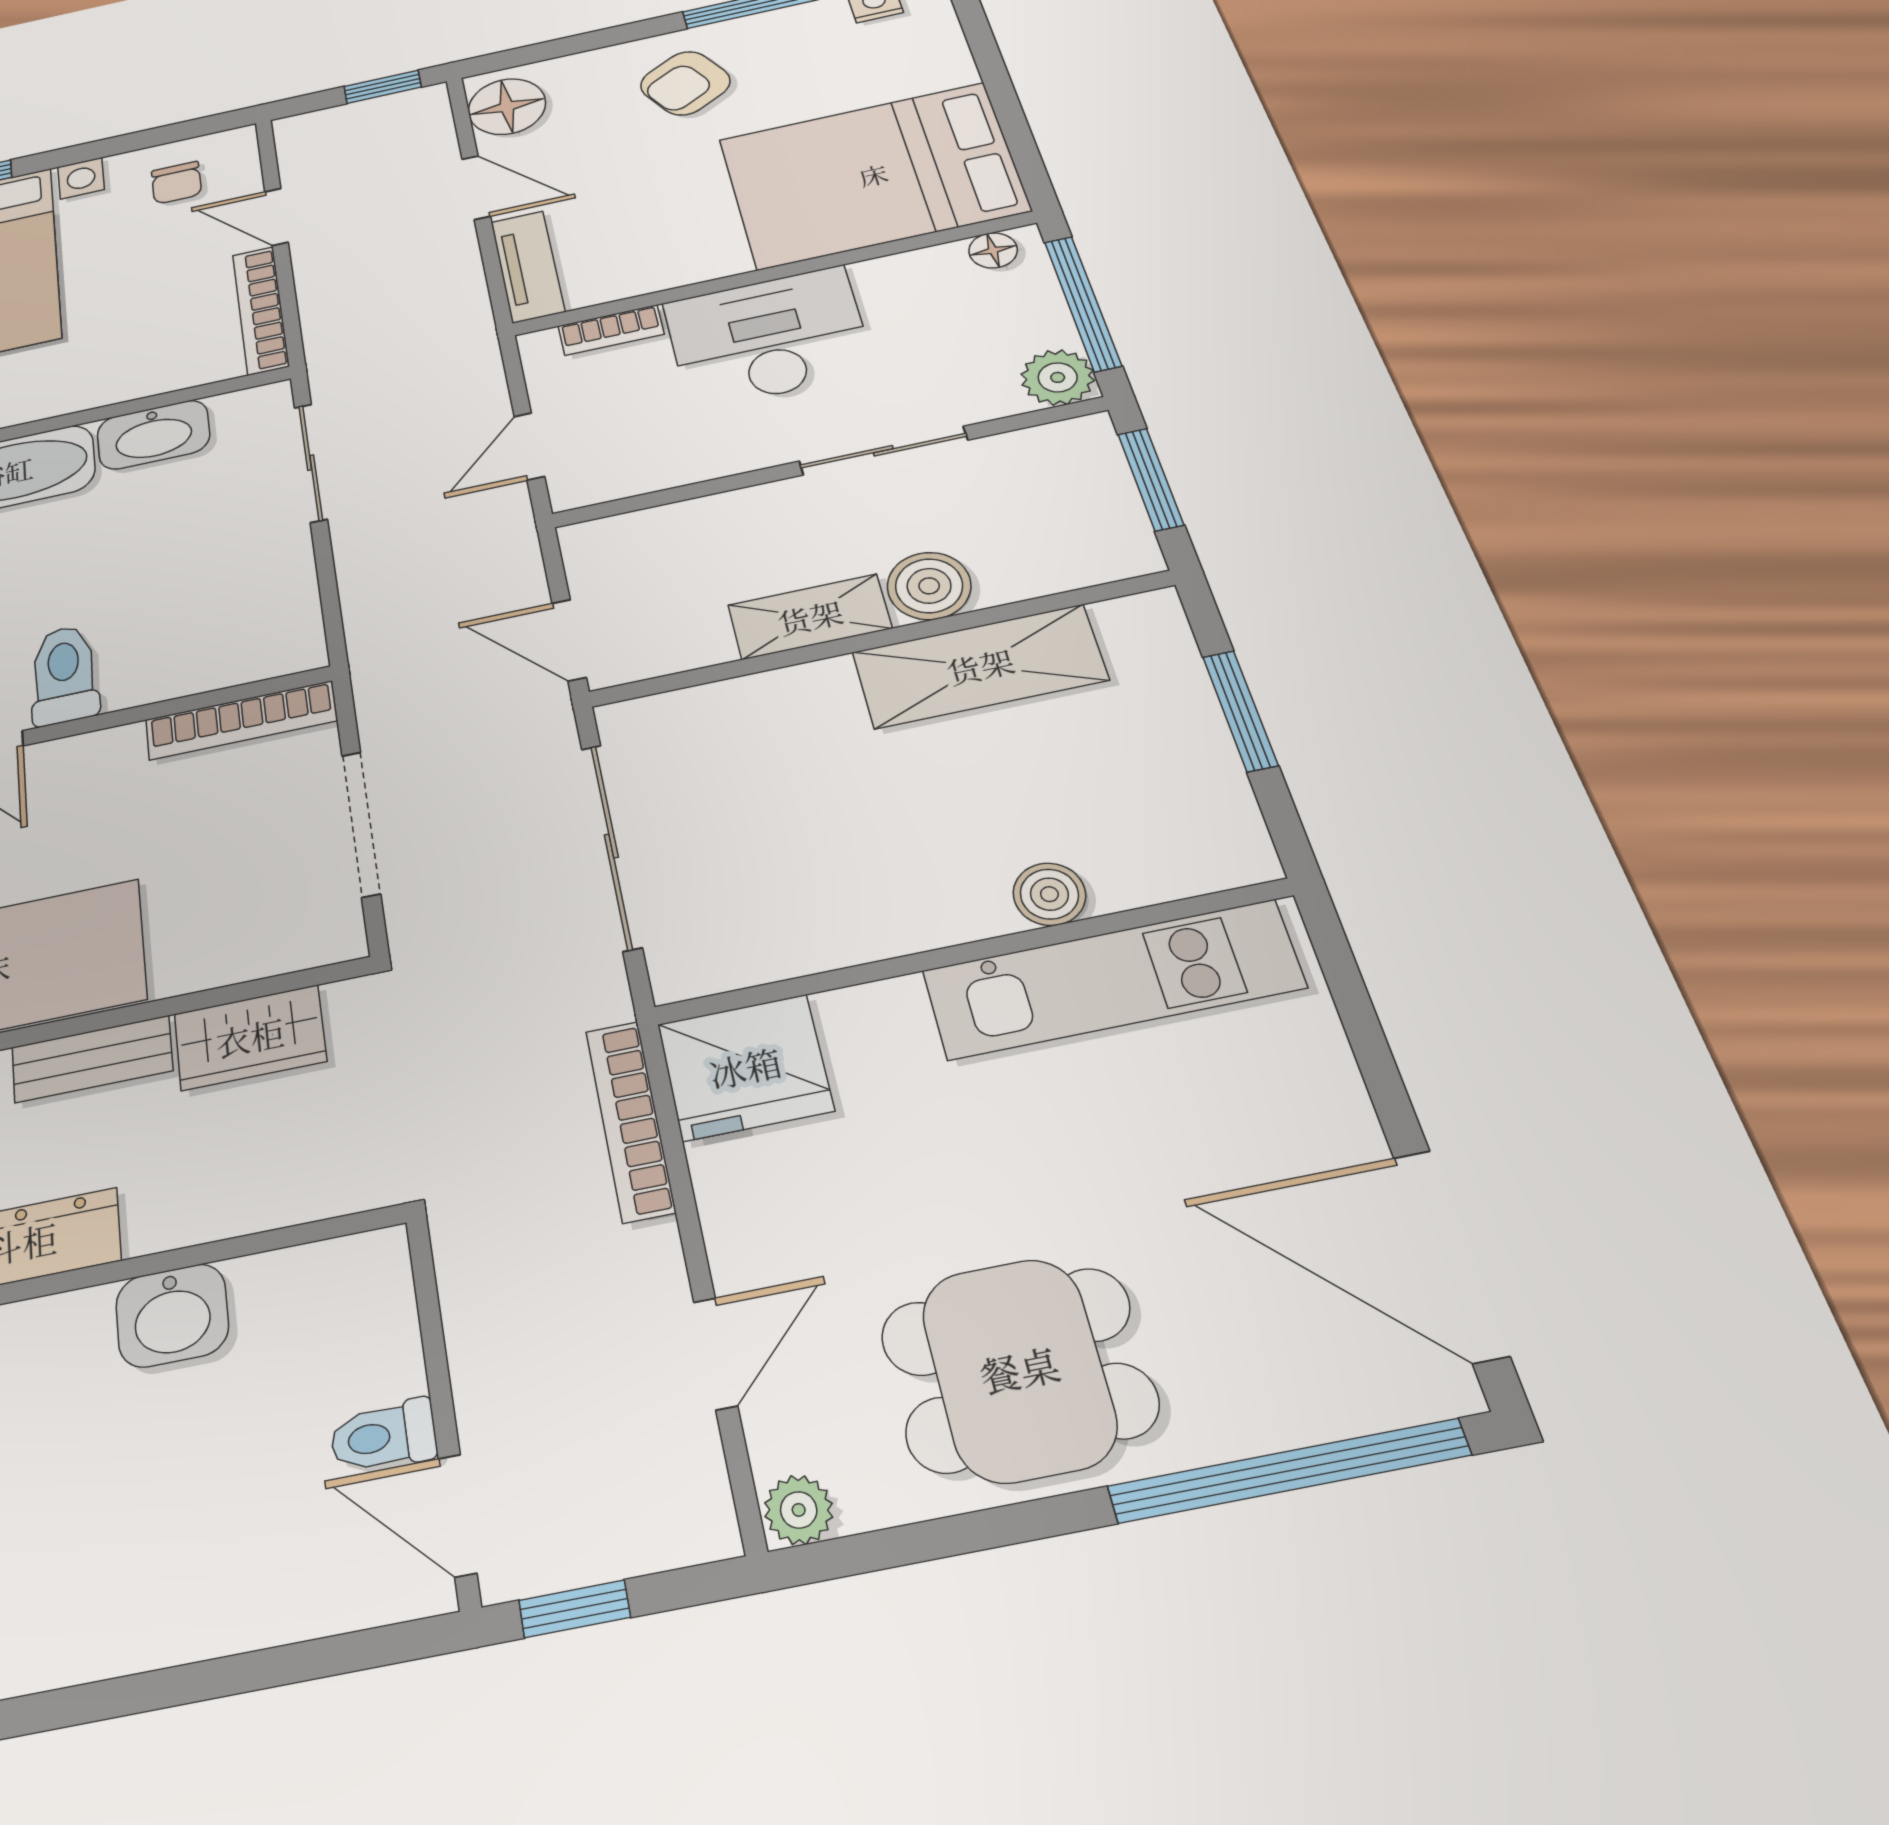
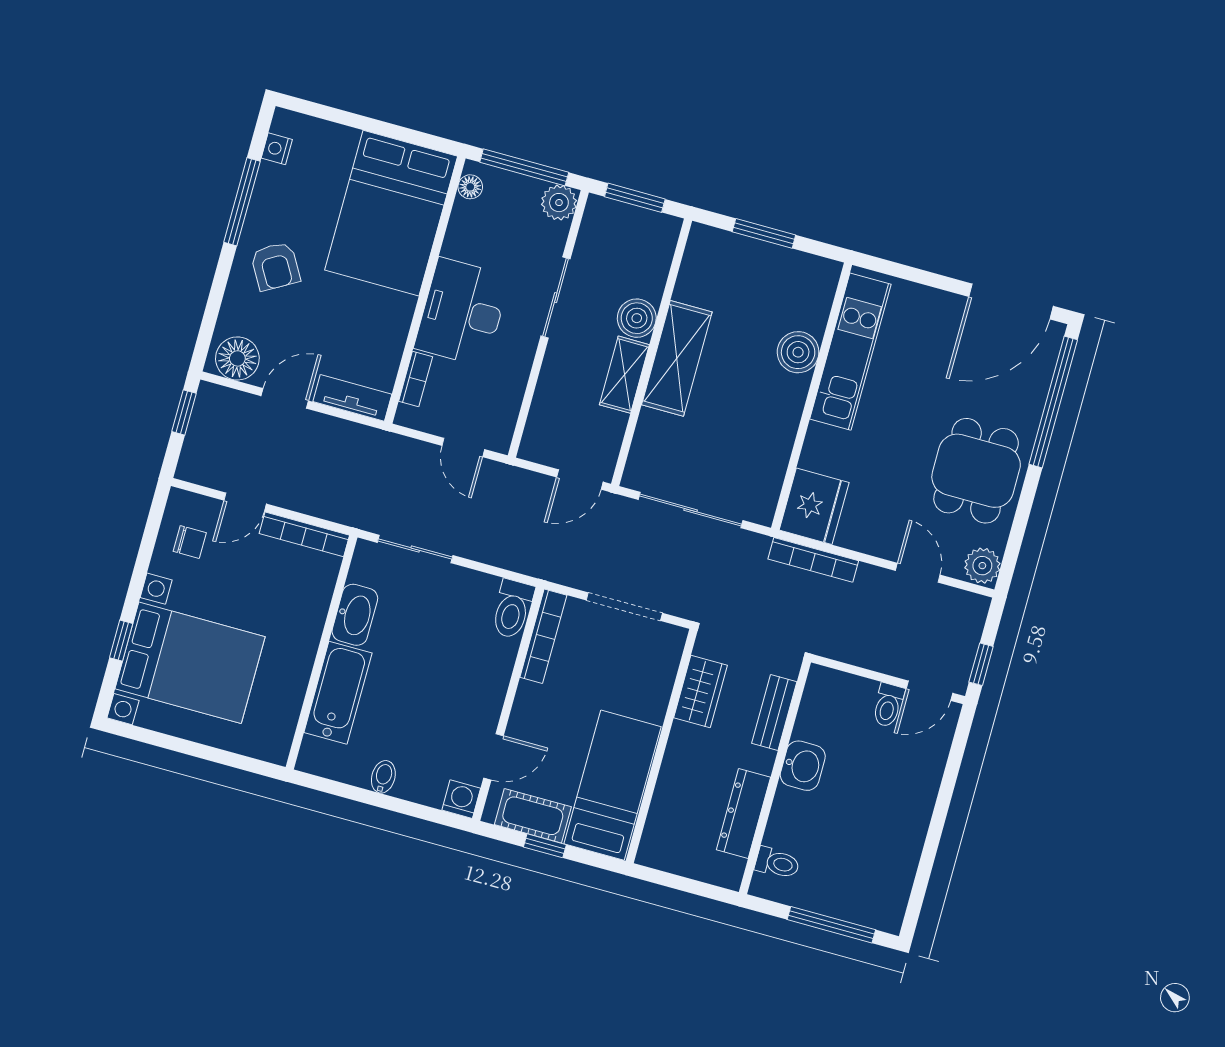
shelving: (980, 666) -> (677, 358), moved
toilet: (64, 675) -> (512, 609), moved, turned -90
boiler: (1049, 894) -> (798, 352), width x1.36, depth x1.36
bench: (92, 1059) -> (774, 713), moved
plant: (799, 1510) -> (982, 566), width x1.38, depth x1.38

